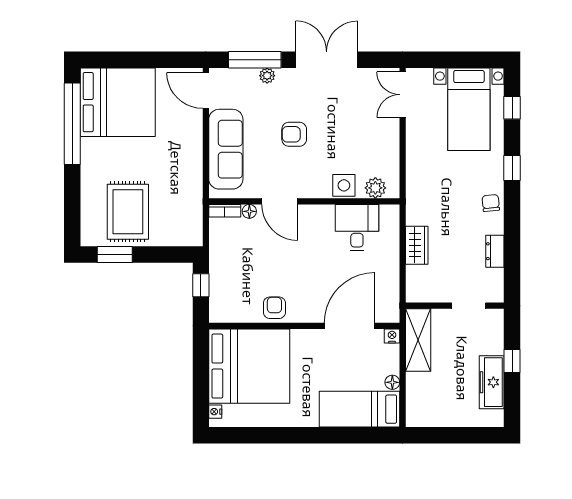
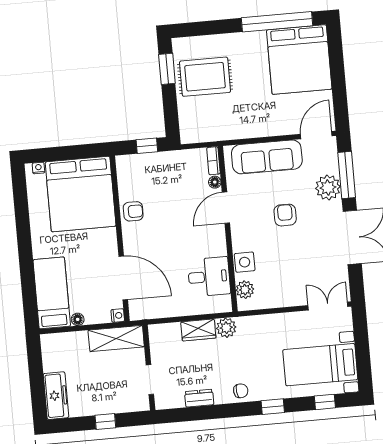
plant: (267, 76) -> (328, 188), width x1.88, depth x1.88
plant: (417, 213) -> (226, 328), added
freezer: (492, 382) -> (56, 396), moved, turned 90

